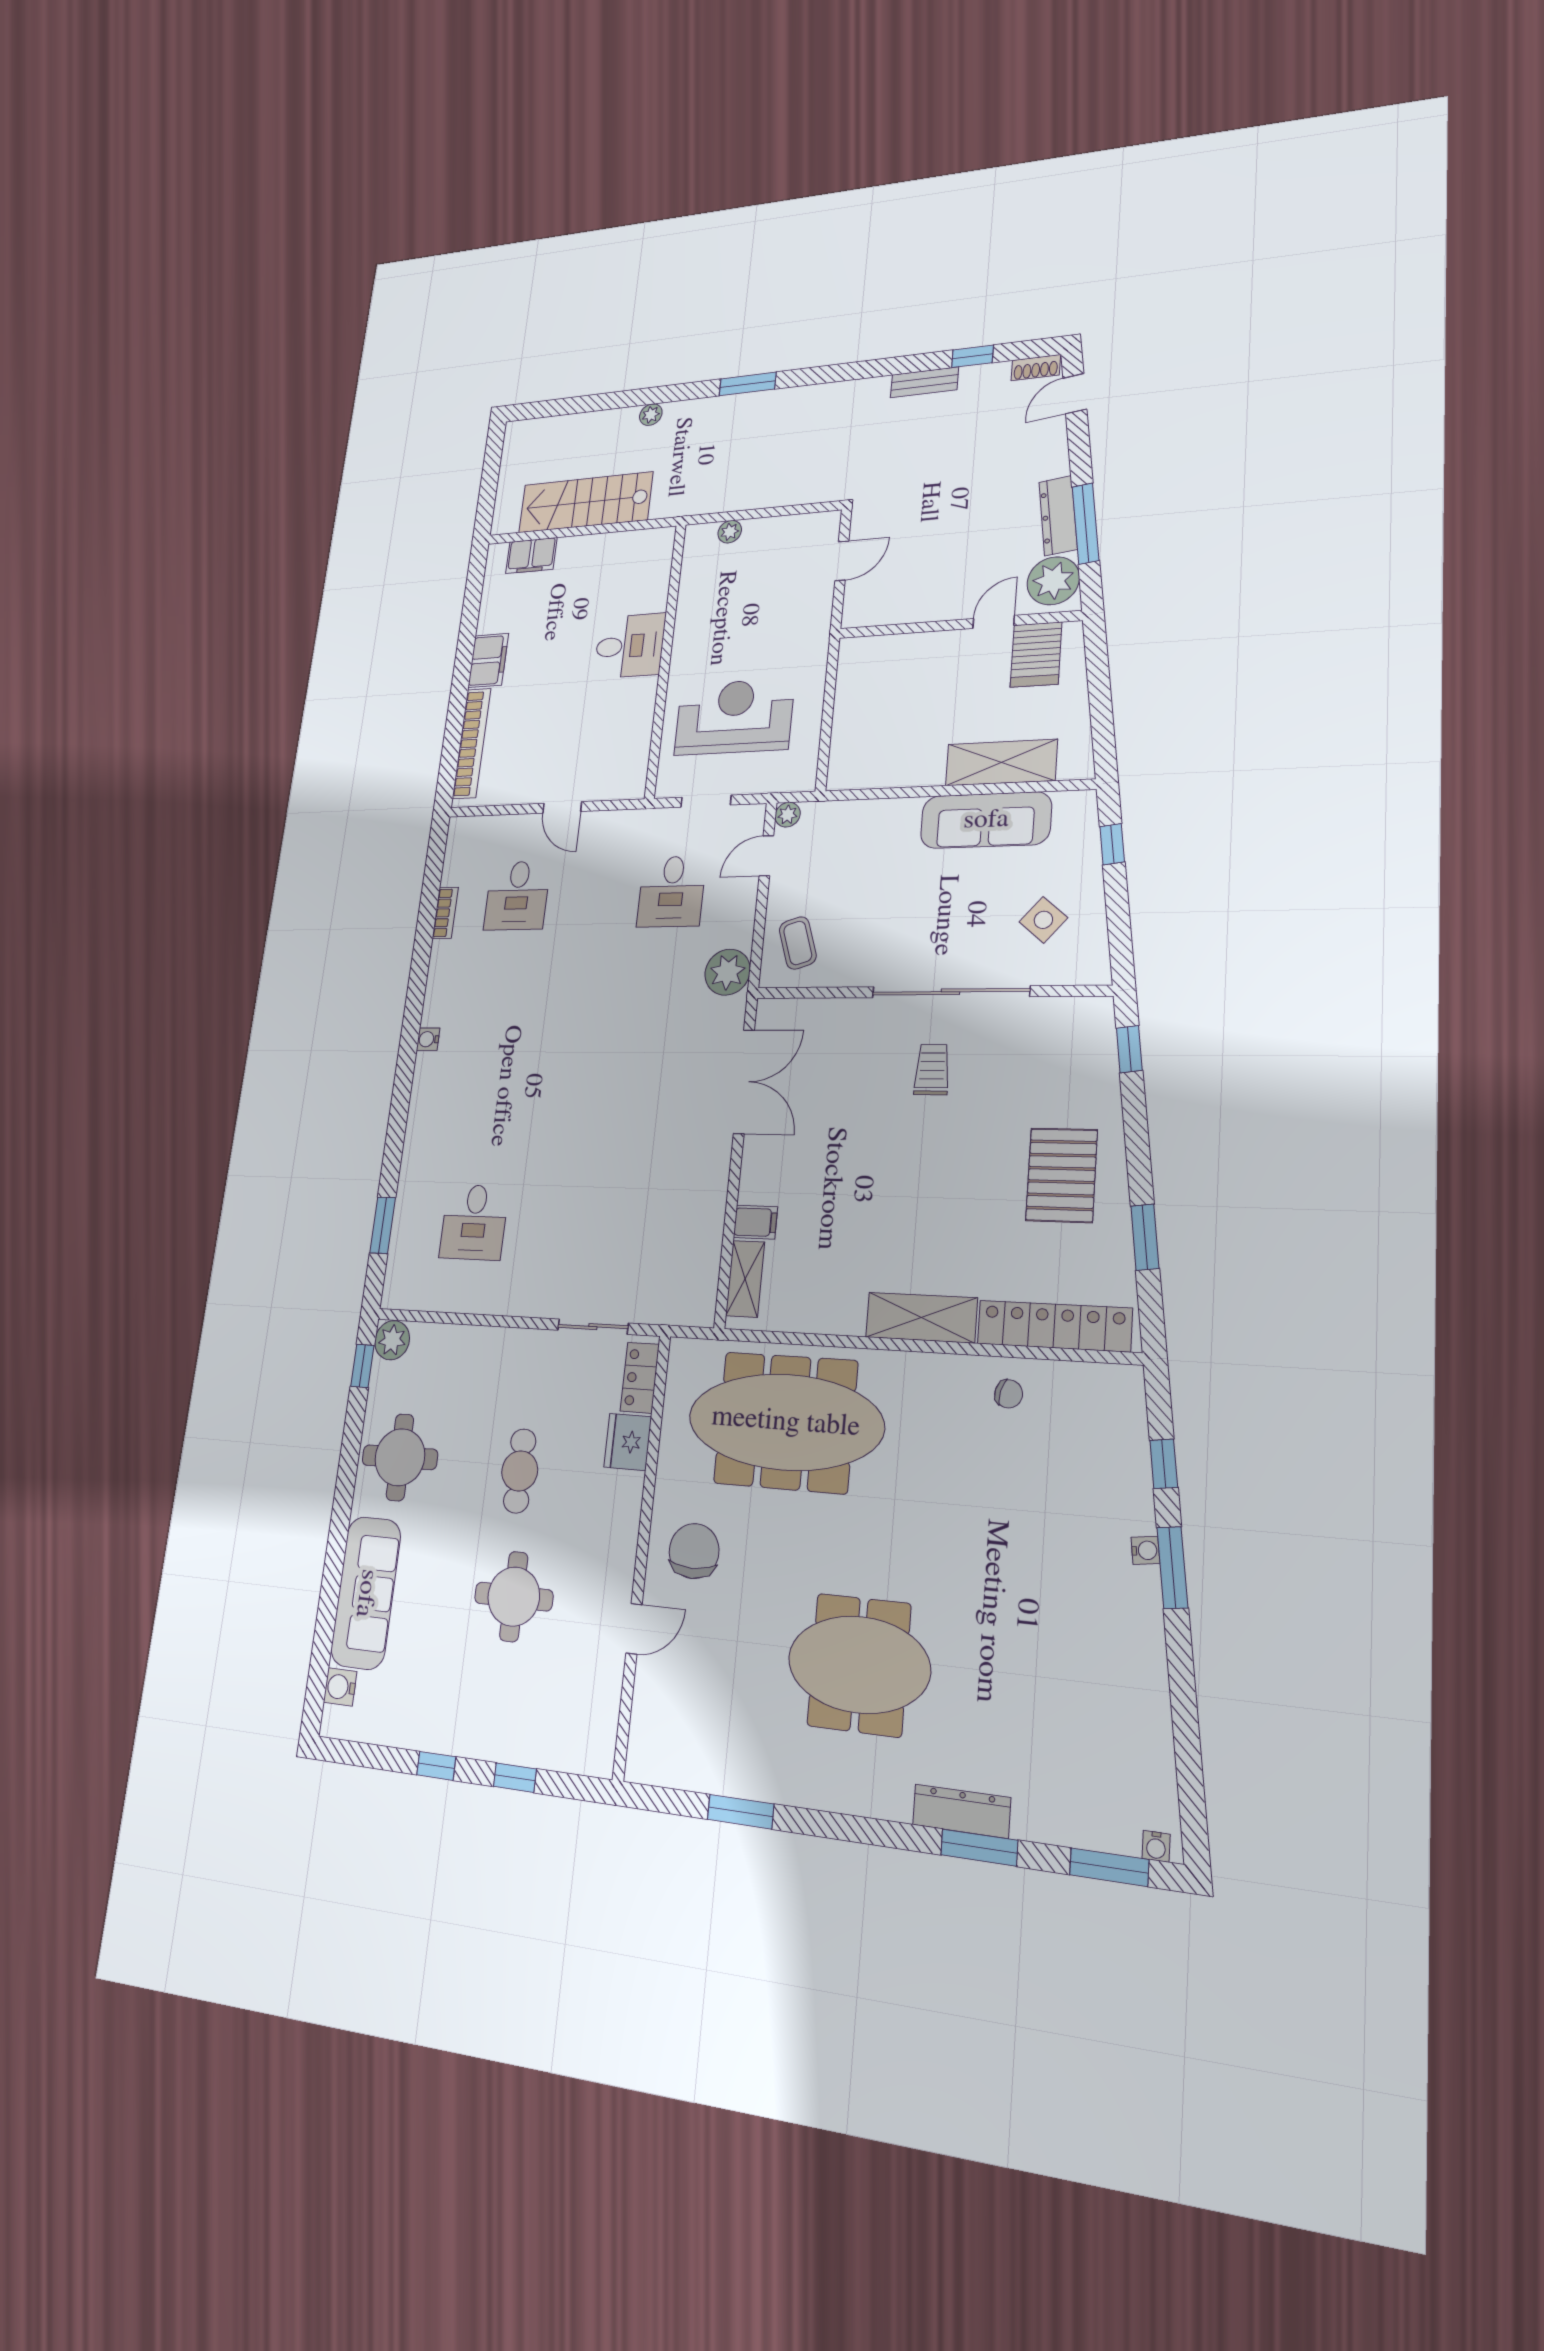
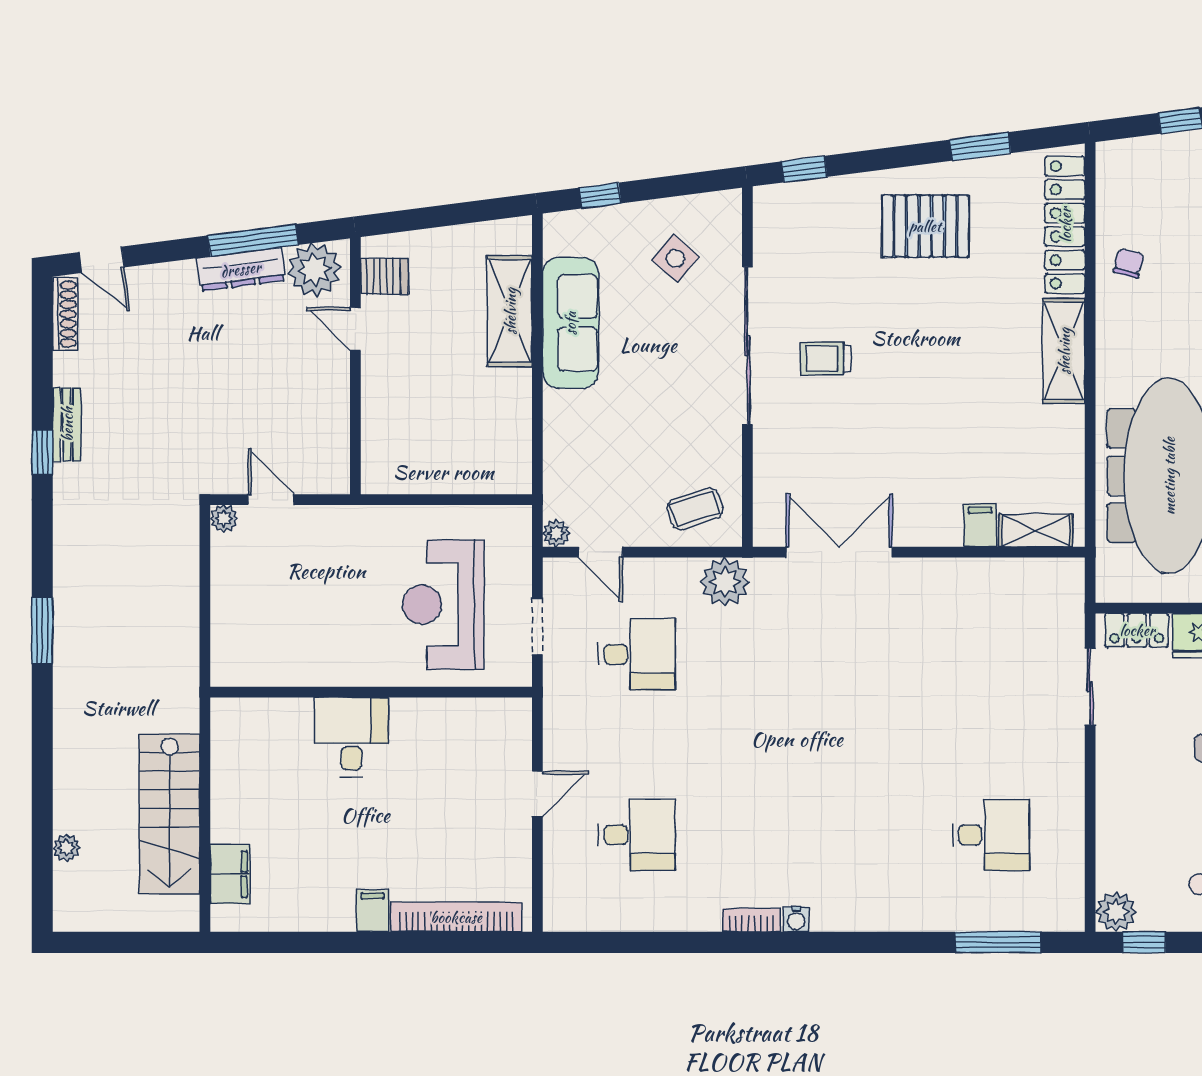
window: (973, 356) -> (42, 452), moved
shoe rack: (1036, 368) -> (65, 314), width x1.43
plant: (651, 415) -> (66, 848), moved
plant: (730, 532) -> (224, 519), moved
server rack: (1036, 655) -> (384, 276), width x0.73, depth x0.70
filing cabinet: (488, 660) -> (372, 911), width x0.50
bookcase: (445, 913) -> (752, 920), moved
window: (383, 1225) -> (998, 942), width x1.44

